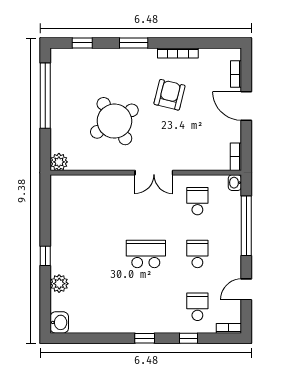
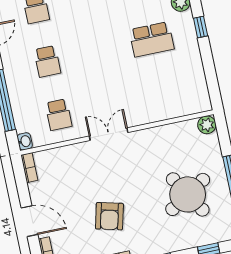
round table: (114, 121) -> (188, 194), moved
school desk: (146, 254) -> (152, 39), moved

